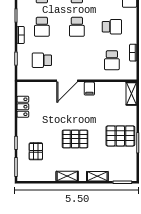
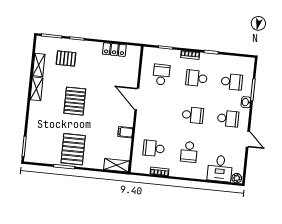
school desk: (77, 27) -> (193, 115), turned 180
filing cabinet: (89, 89) -> (125, 132), moved
shelving: (97, 176) -> (39, 65), moved

